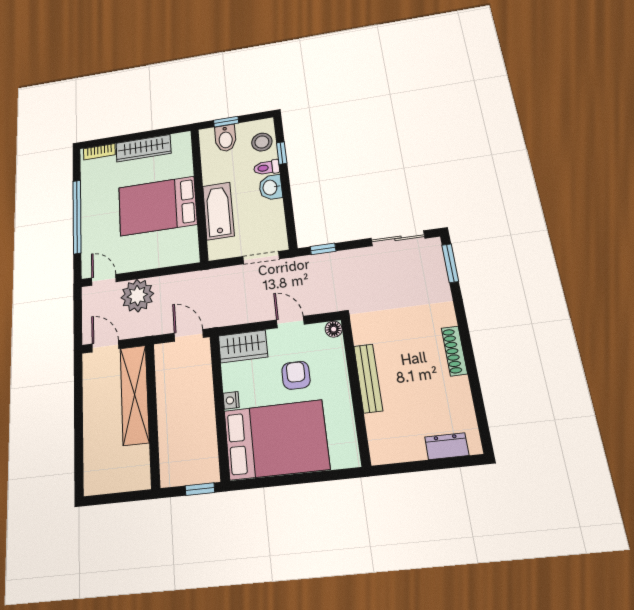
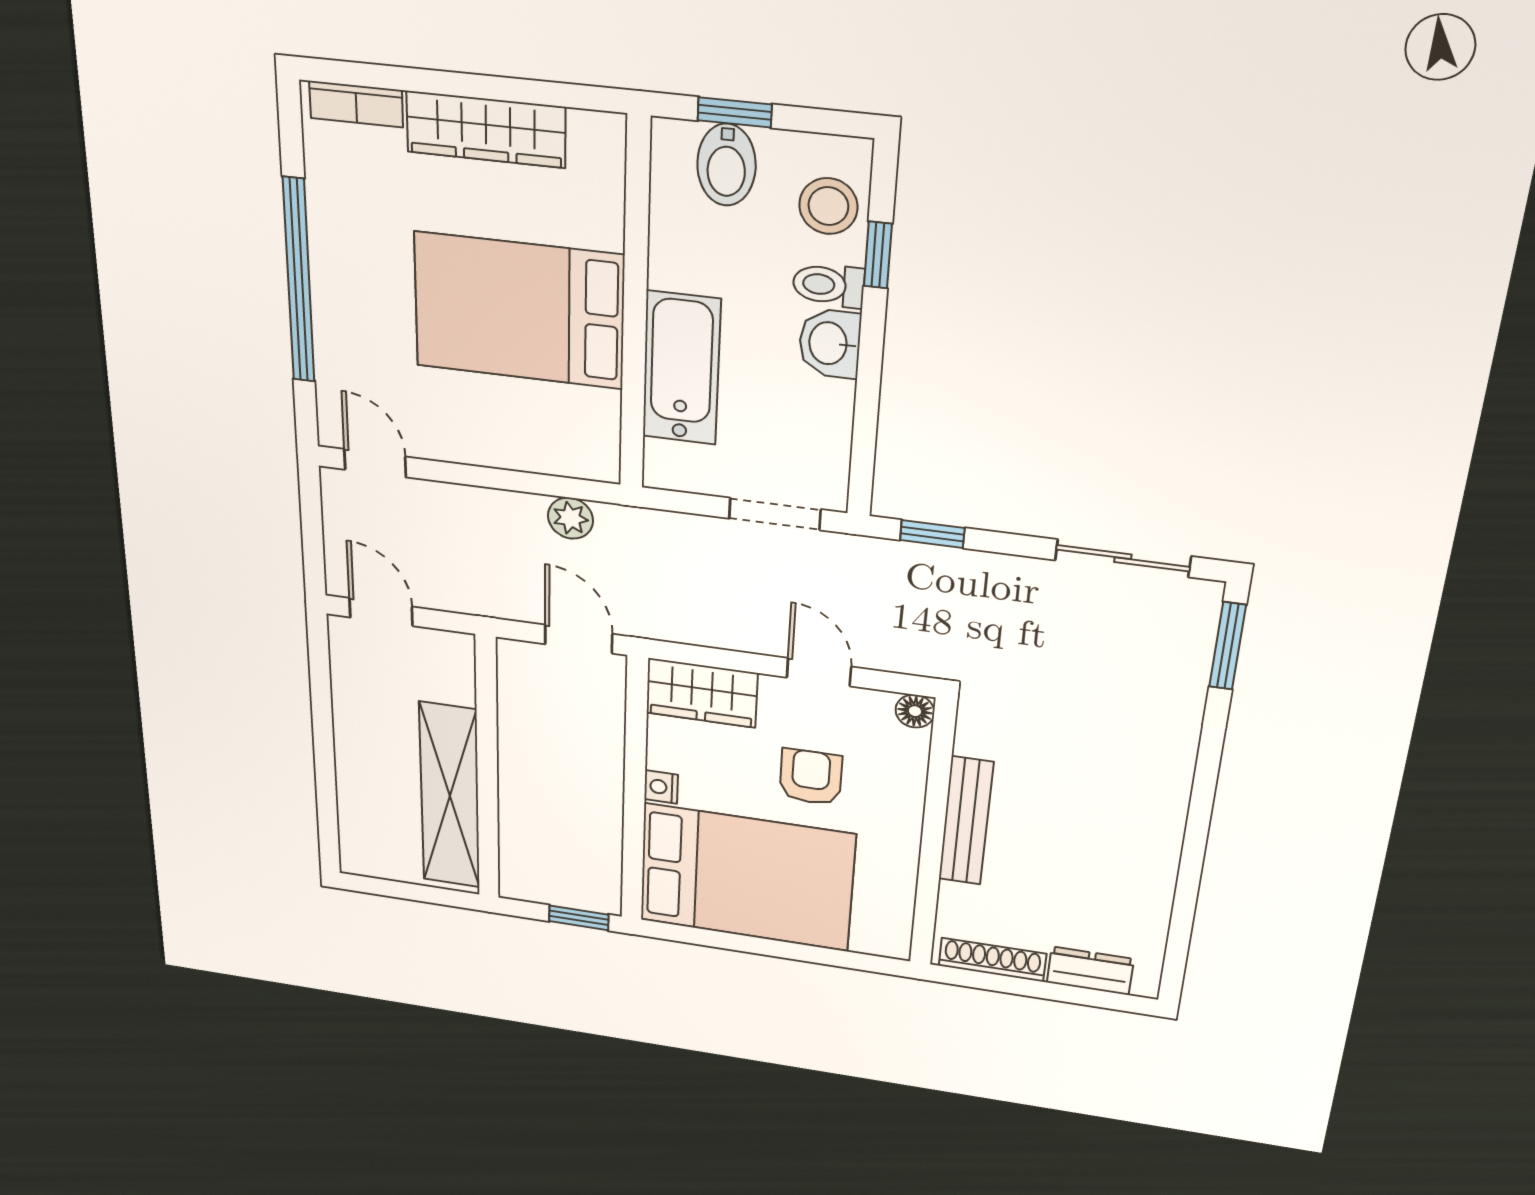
plant: (137, 296) -> (570, 518), moved, width x0.53, depth x0.53
shoe rack: (454, 351) -> (992, 960), moved, turned 90
shelving: (135, 395) -> (450, 796), moved

